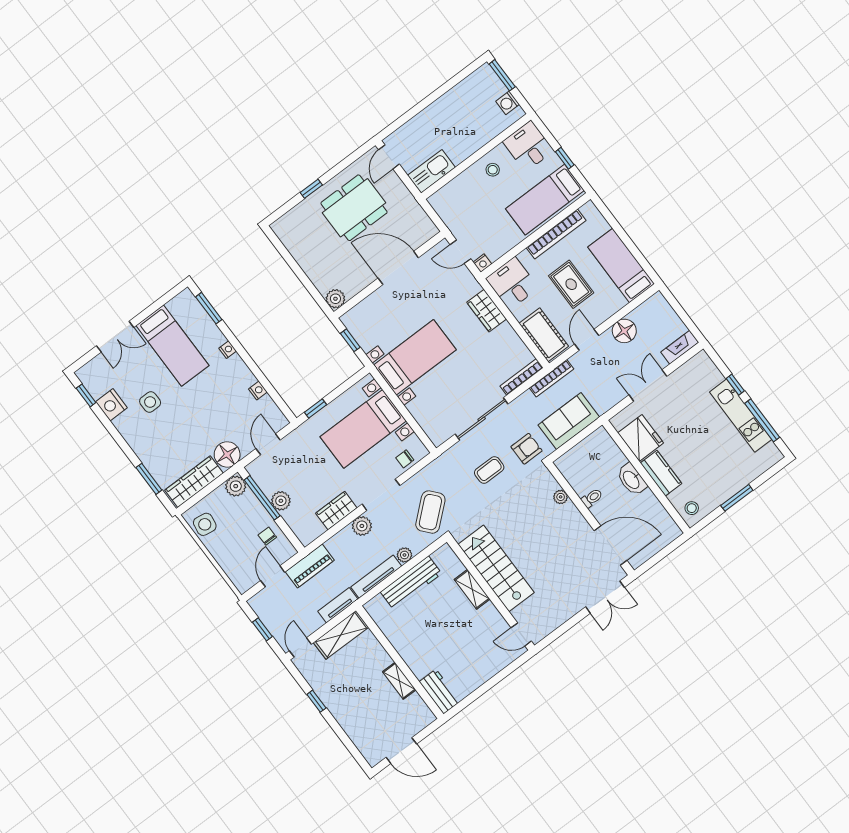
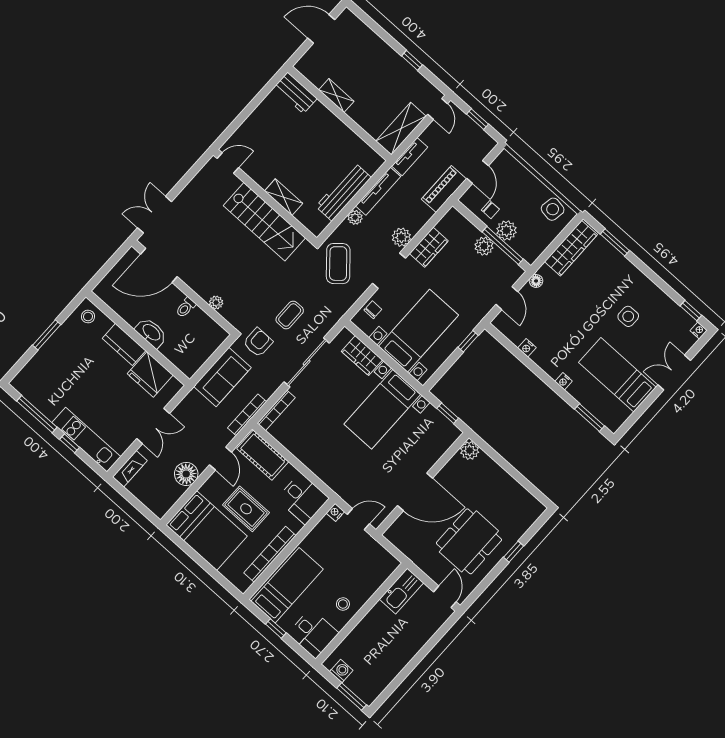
bed: (621, 265) -> (207, 531), width x1.50
wardrobe: (487, 311) -> (362, 356), moved, turned 180
nightstand: (111, 405) -> (699, 330), moved, width x0.53, depth x0.56
kitchen unit: (741, 416) -> (86, 440), moved
armchair: (526, 449) -> (258, 342), turned 180
floor lamp: (227, 454) -> (536, 281), width x0.53, depth x0.53
plant: (236, 486) -> (506, 230), moved

